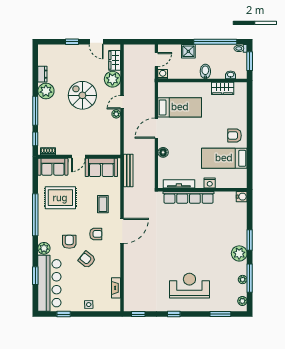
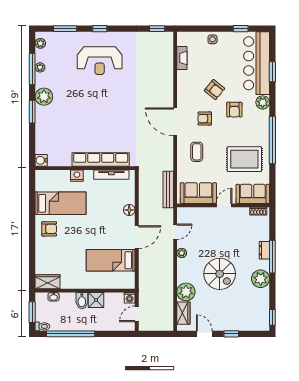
shower: (188, 51) -> (96, 300), moved
dresser: (42, 74) -> (264, 250), moved
wardrobe: (223, 88) -> (47, 282), moved
door: (122, 102) -> (175, 232), moved
window: (35, 139) -> (272, 317), moved
door: (122, 231) -> (175, 122), hinge flipped
window: (174, 314) -> (100, 29), moved

